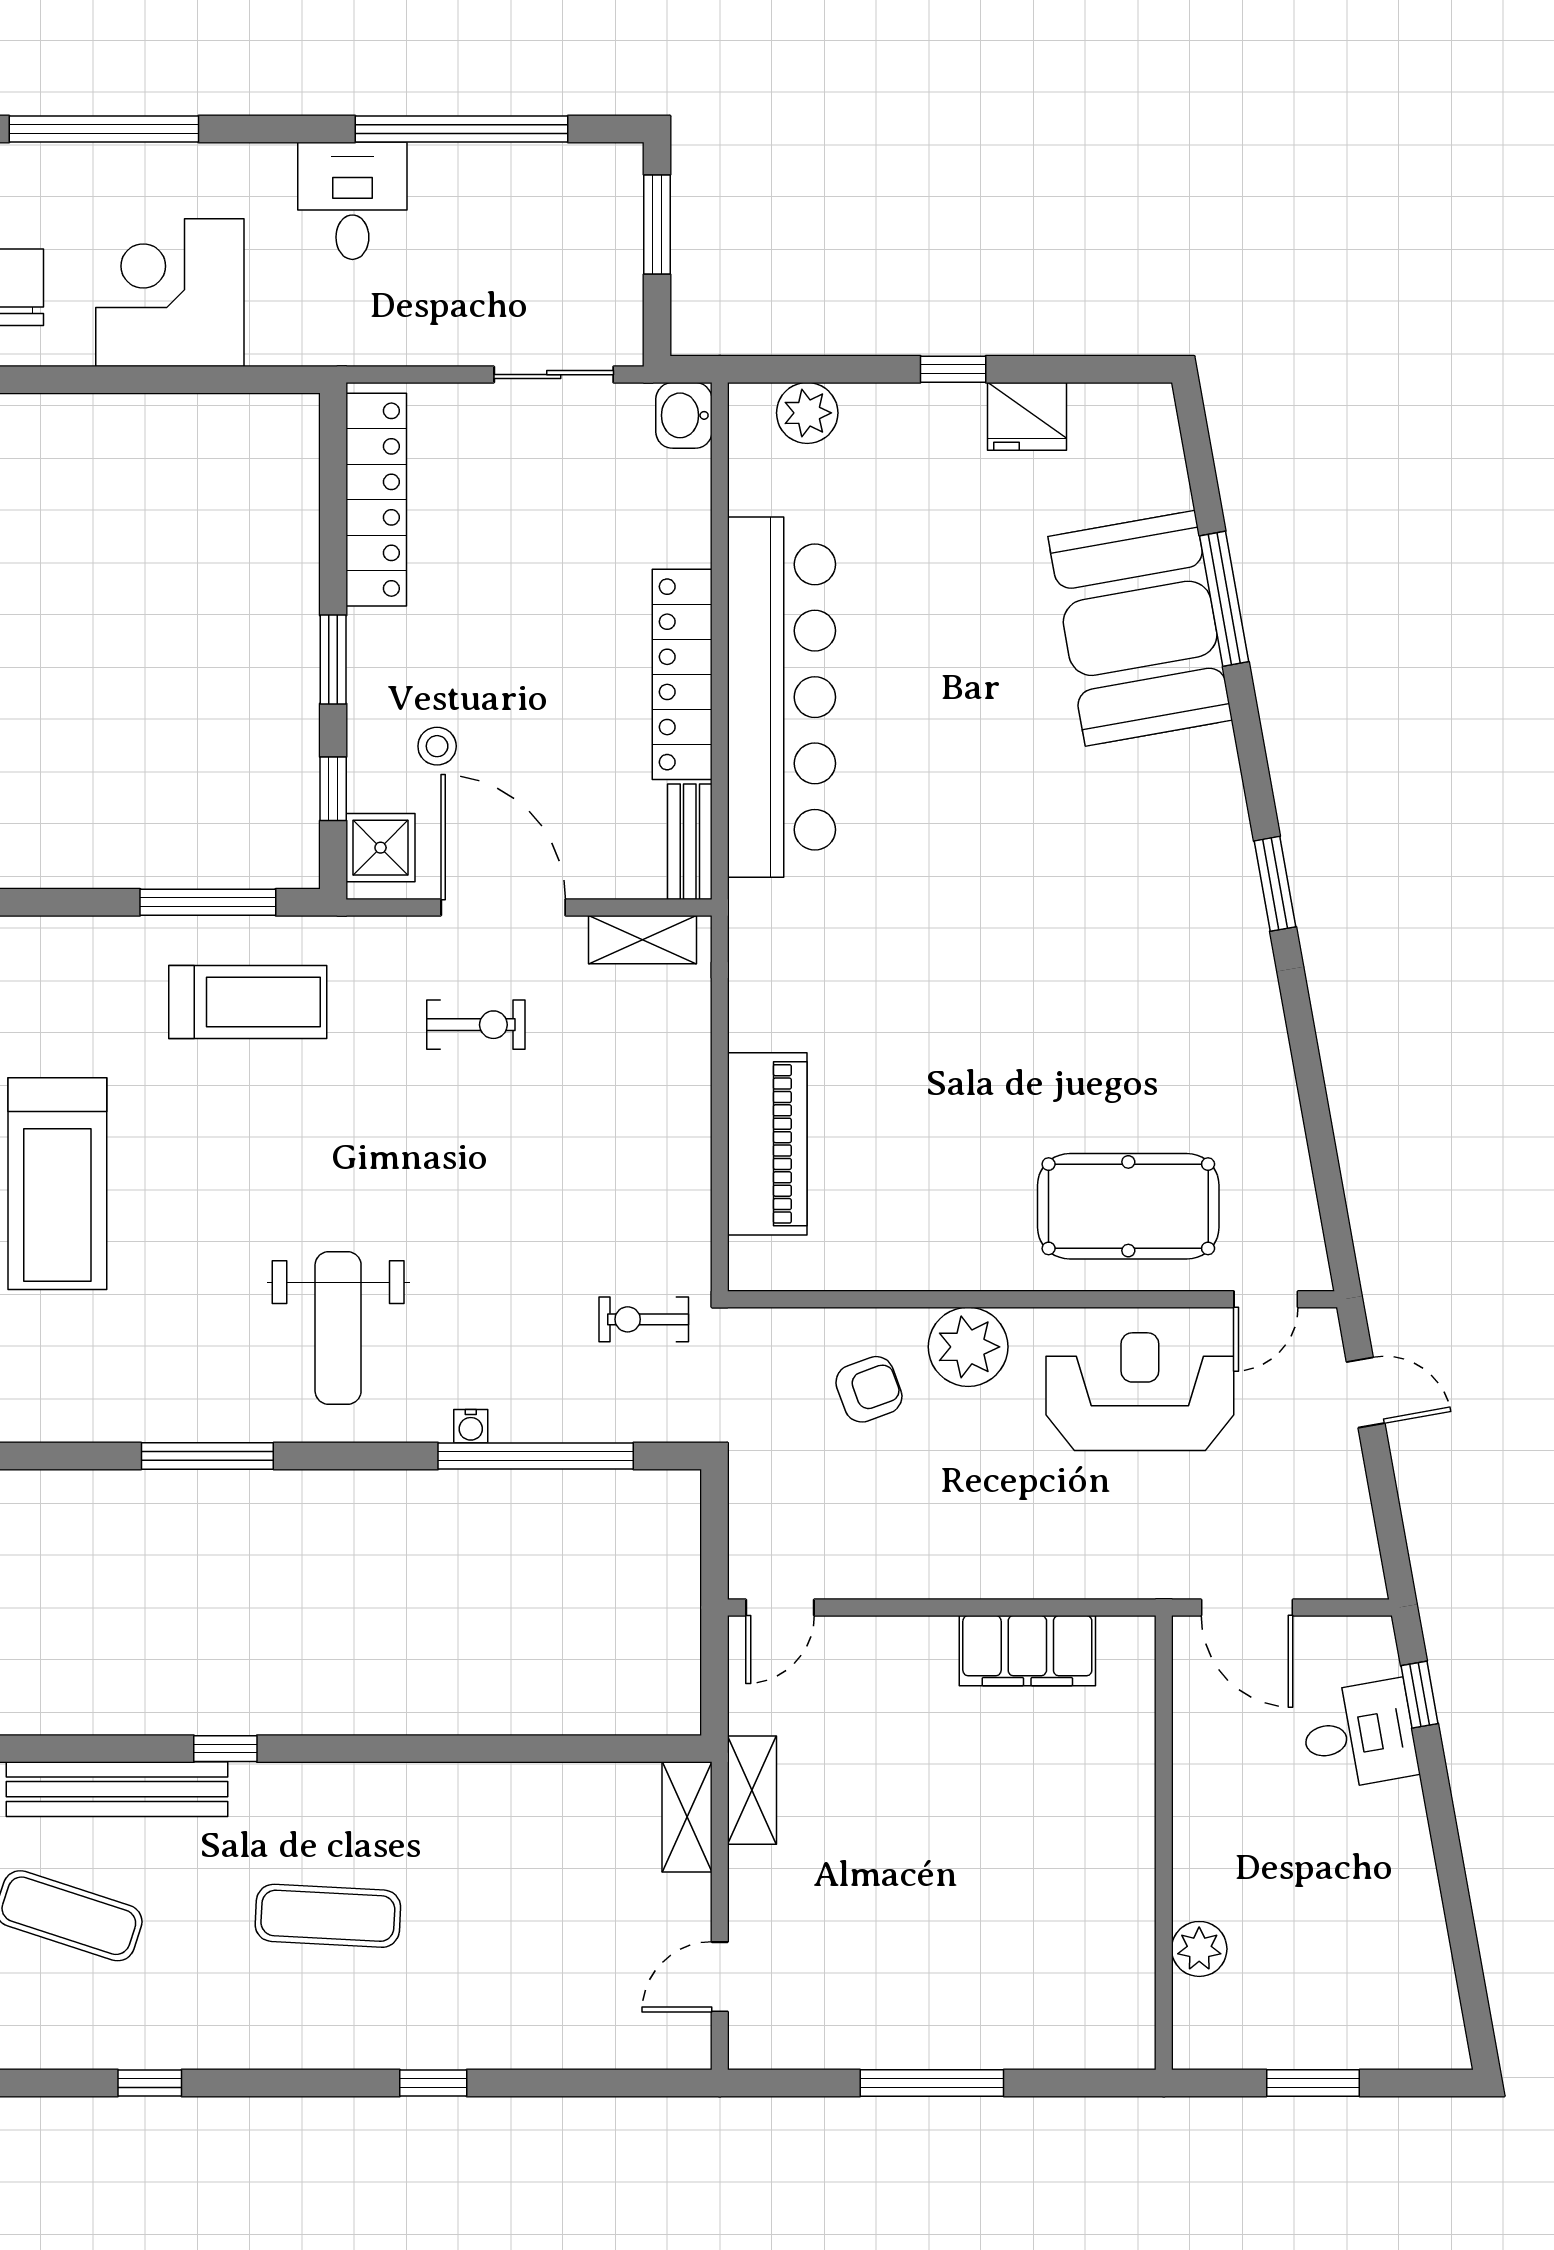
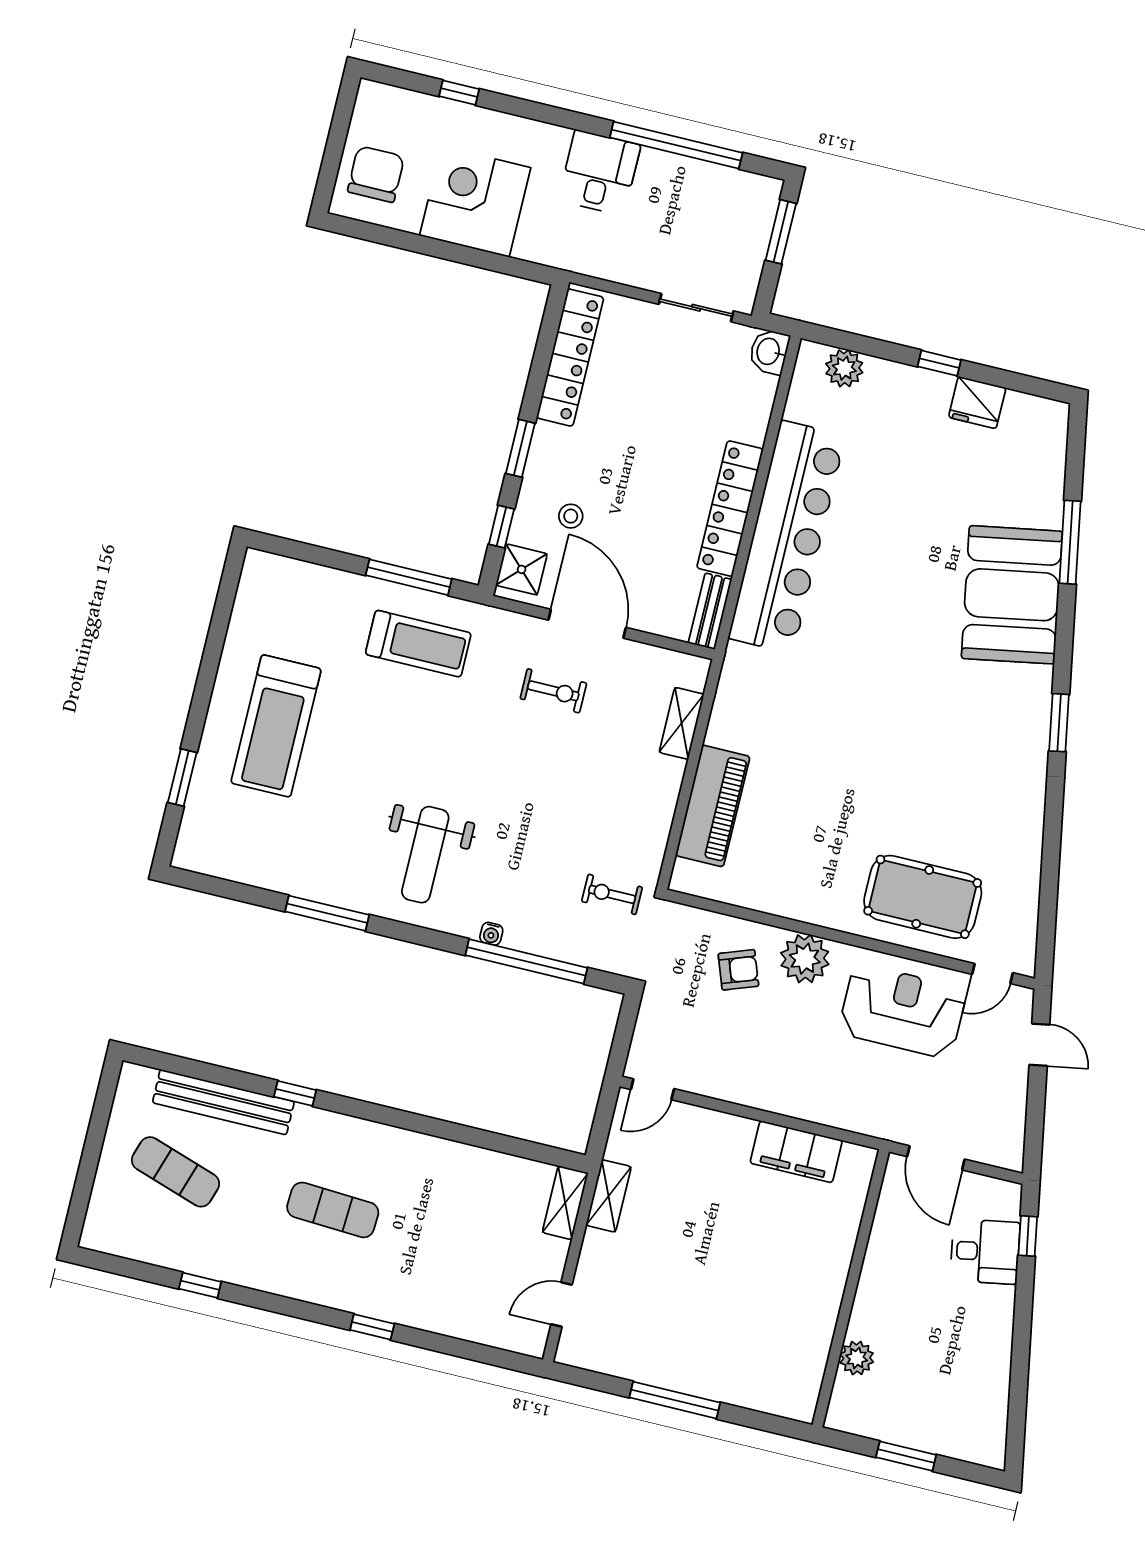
window: (104, 129) -> (459, 93), width x0.32
booth: (1140, 628) -> (1012, 595), moved
shelving: (643, 940) -> (682, 723), moved, turned 90

